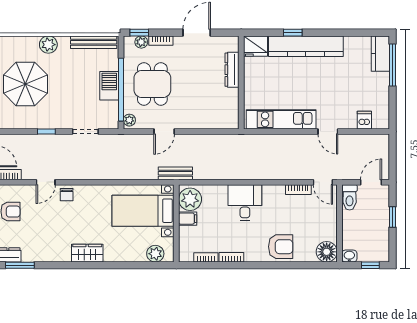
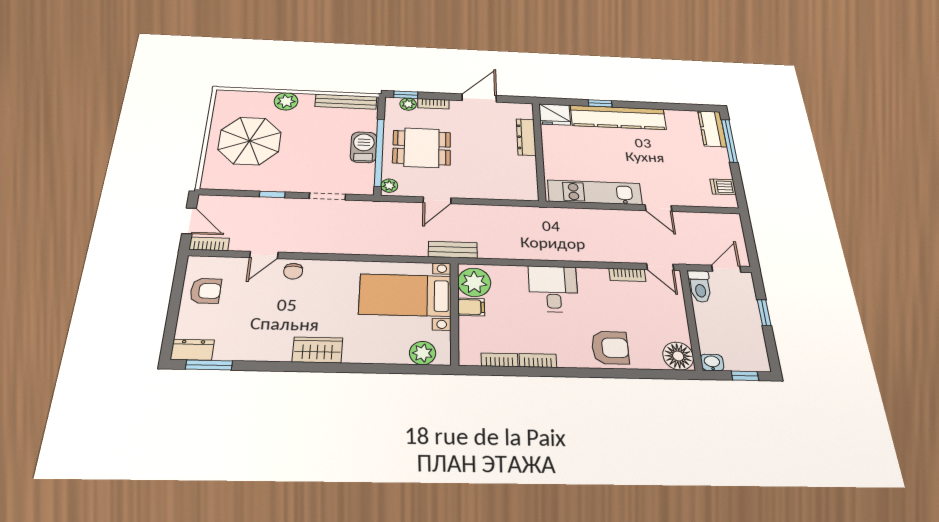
dining table: (152, 84) -> (422, 148), turned 90
dishwasher: (364, 120) -> (723, 187), moved, turned -90

